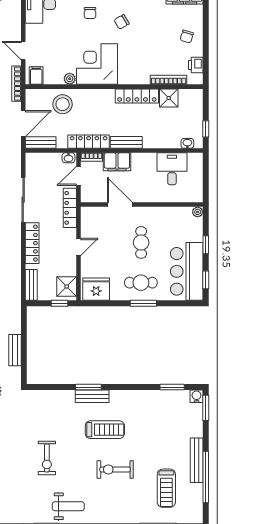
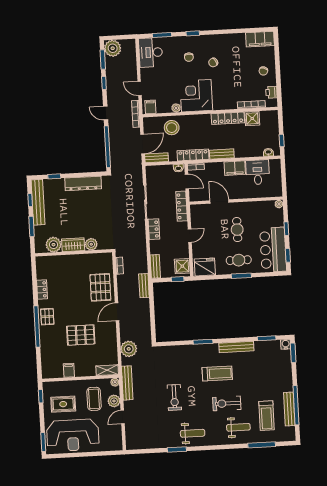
filing cabinet: (117, 162) -> (235, 168), moved
door: (79, 176) -> (187, 181), swing flipped
locker: (32, 243) -> (154, 229), width x0.66
bench: (15, 350) -> (144, 286), moved
bench: (92, 396) -> (236, 347), moved, width x1.36
bench: (197, 460) -> (289, 409), moved
weight bench: (129, 502) -> (238, 427), added

